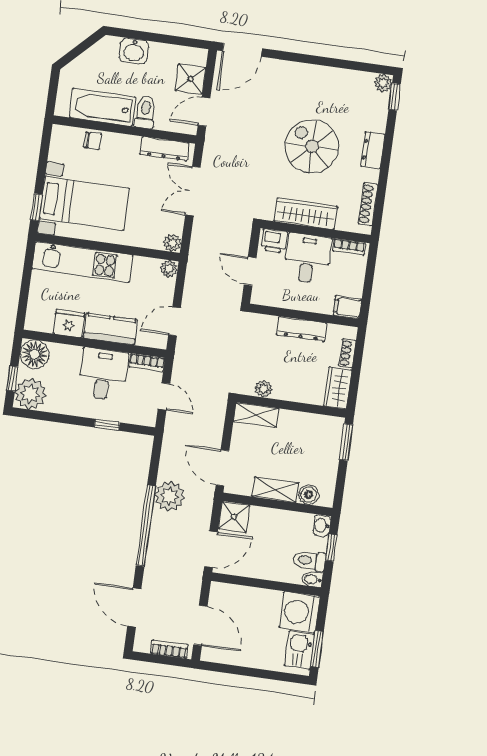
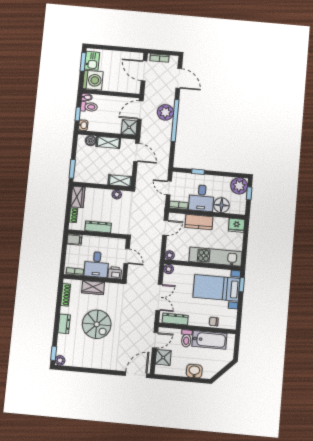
wardrobe: (306, 214) -> (93, 288), width x0.67
fridge: (69, 323) -> (237, 225), moved
floor lamp: (35, 354) -> (222, 205), moved
plant: (170, 496) -> (165, 112), moved

